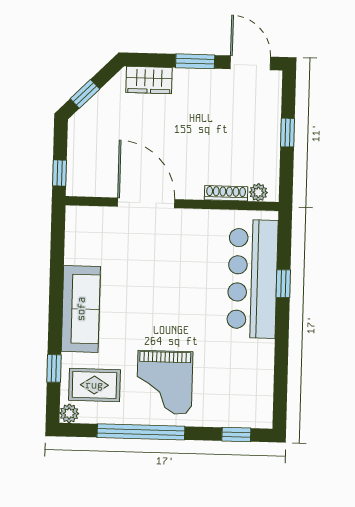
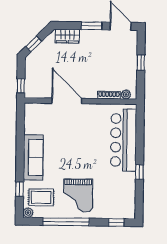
window: (283, 284) -> (139, 172), moved

